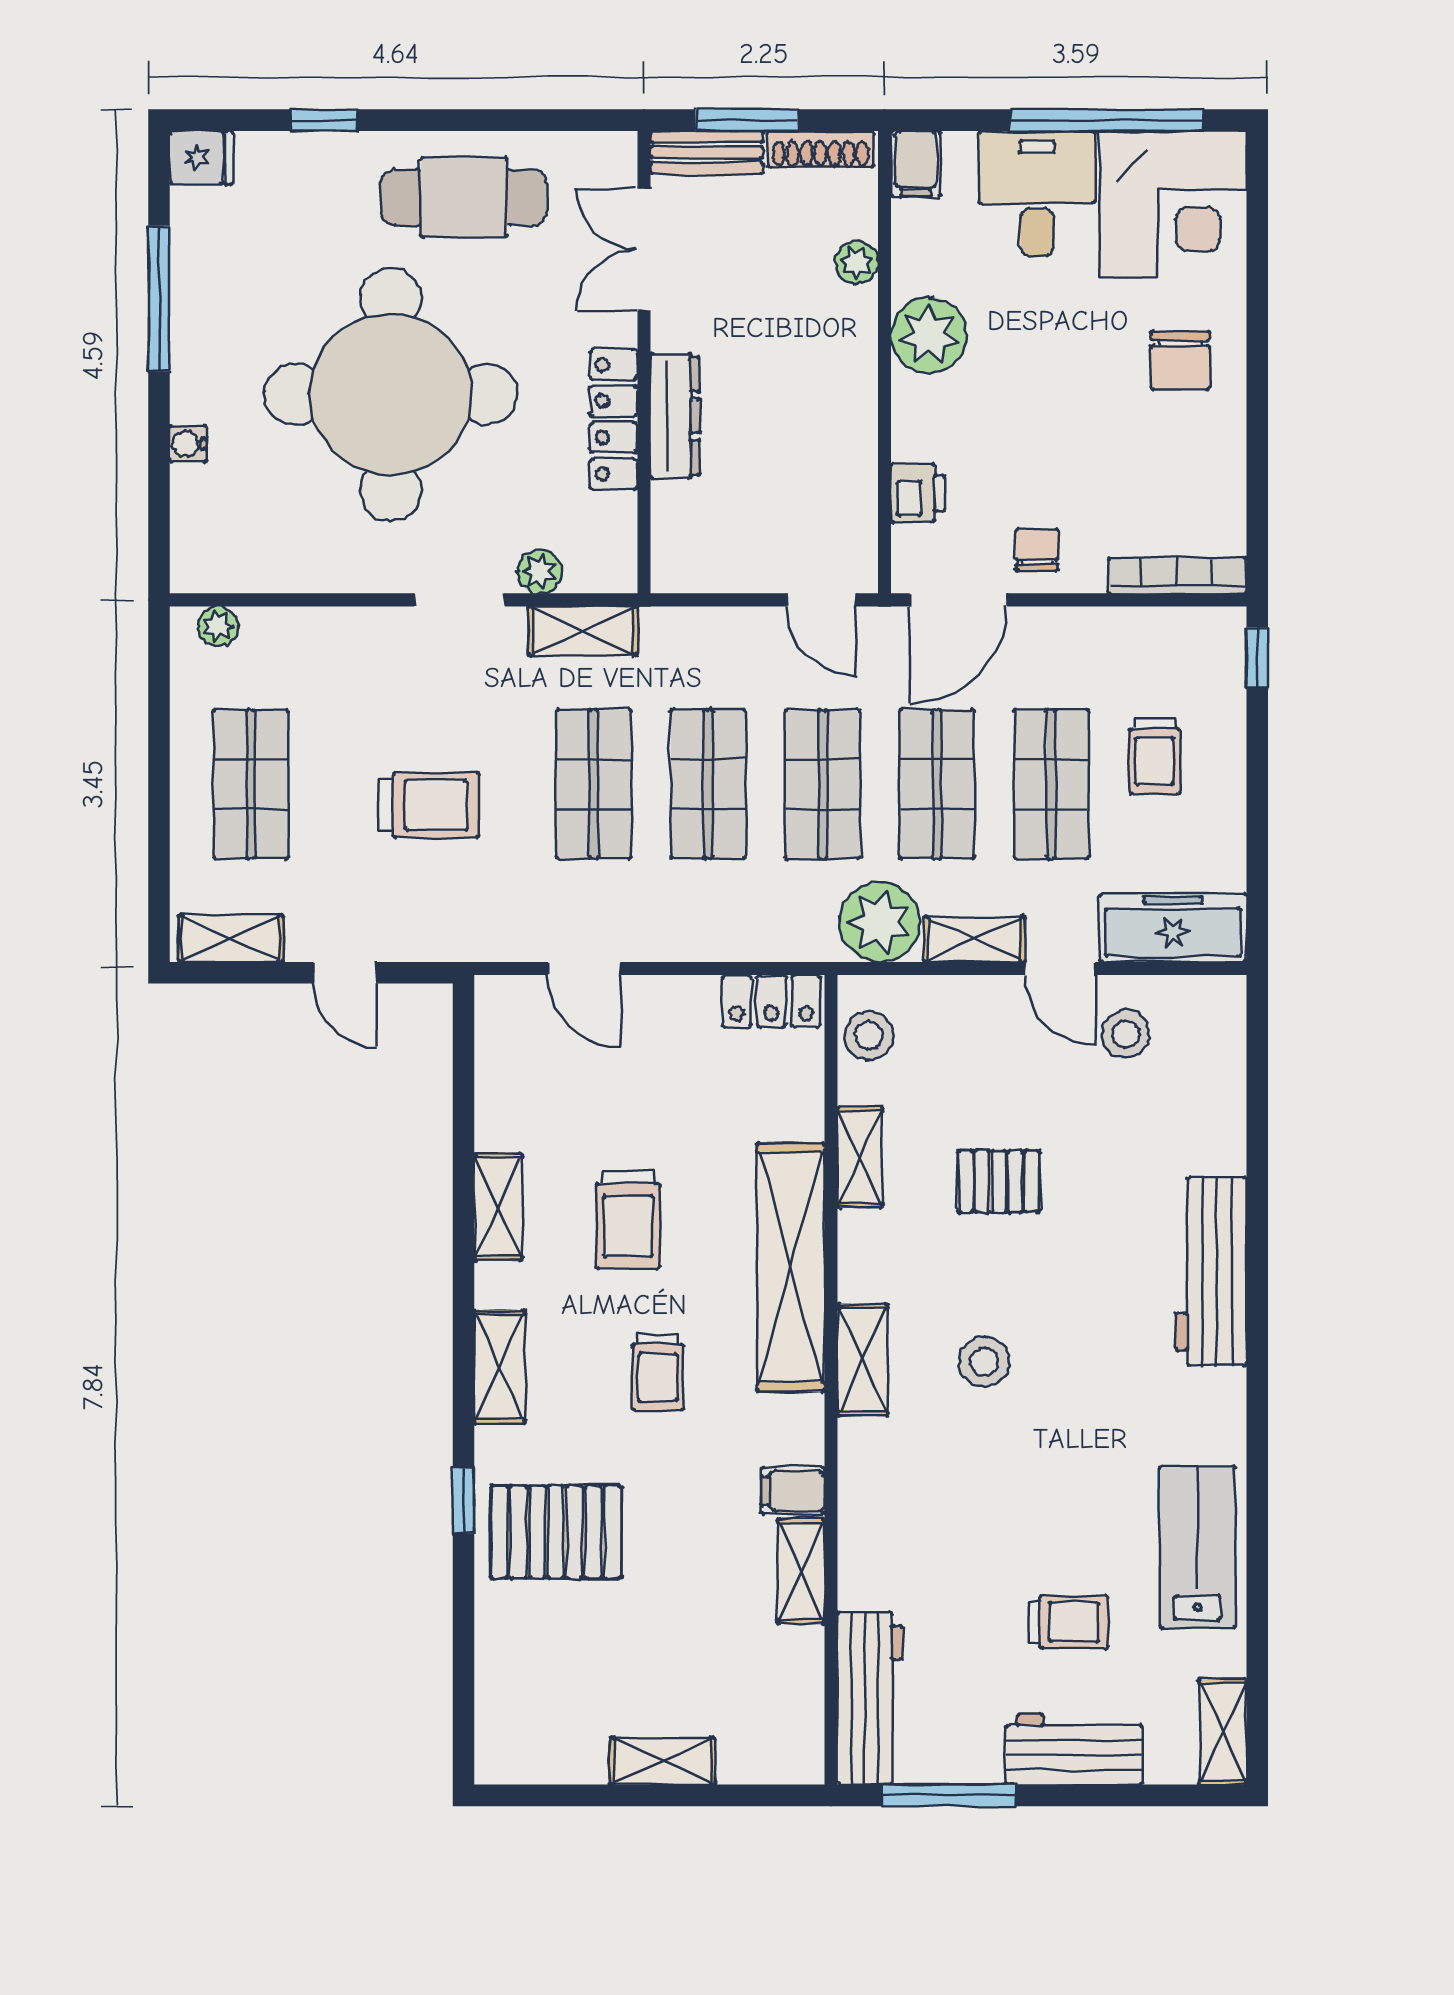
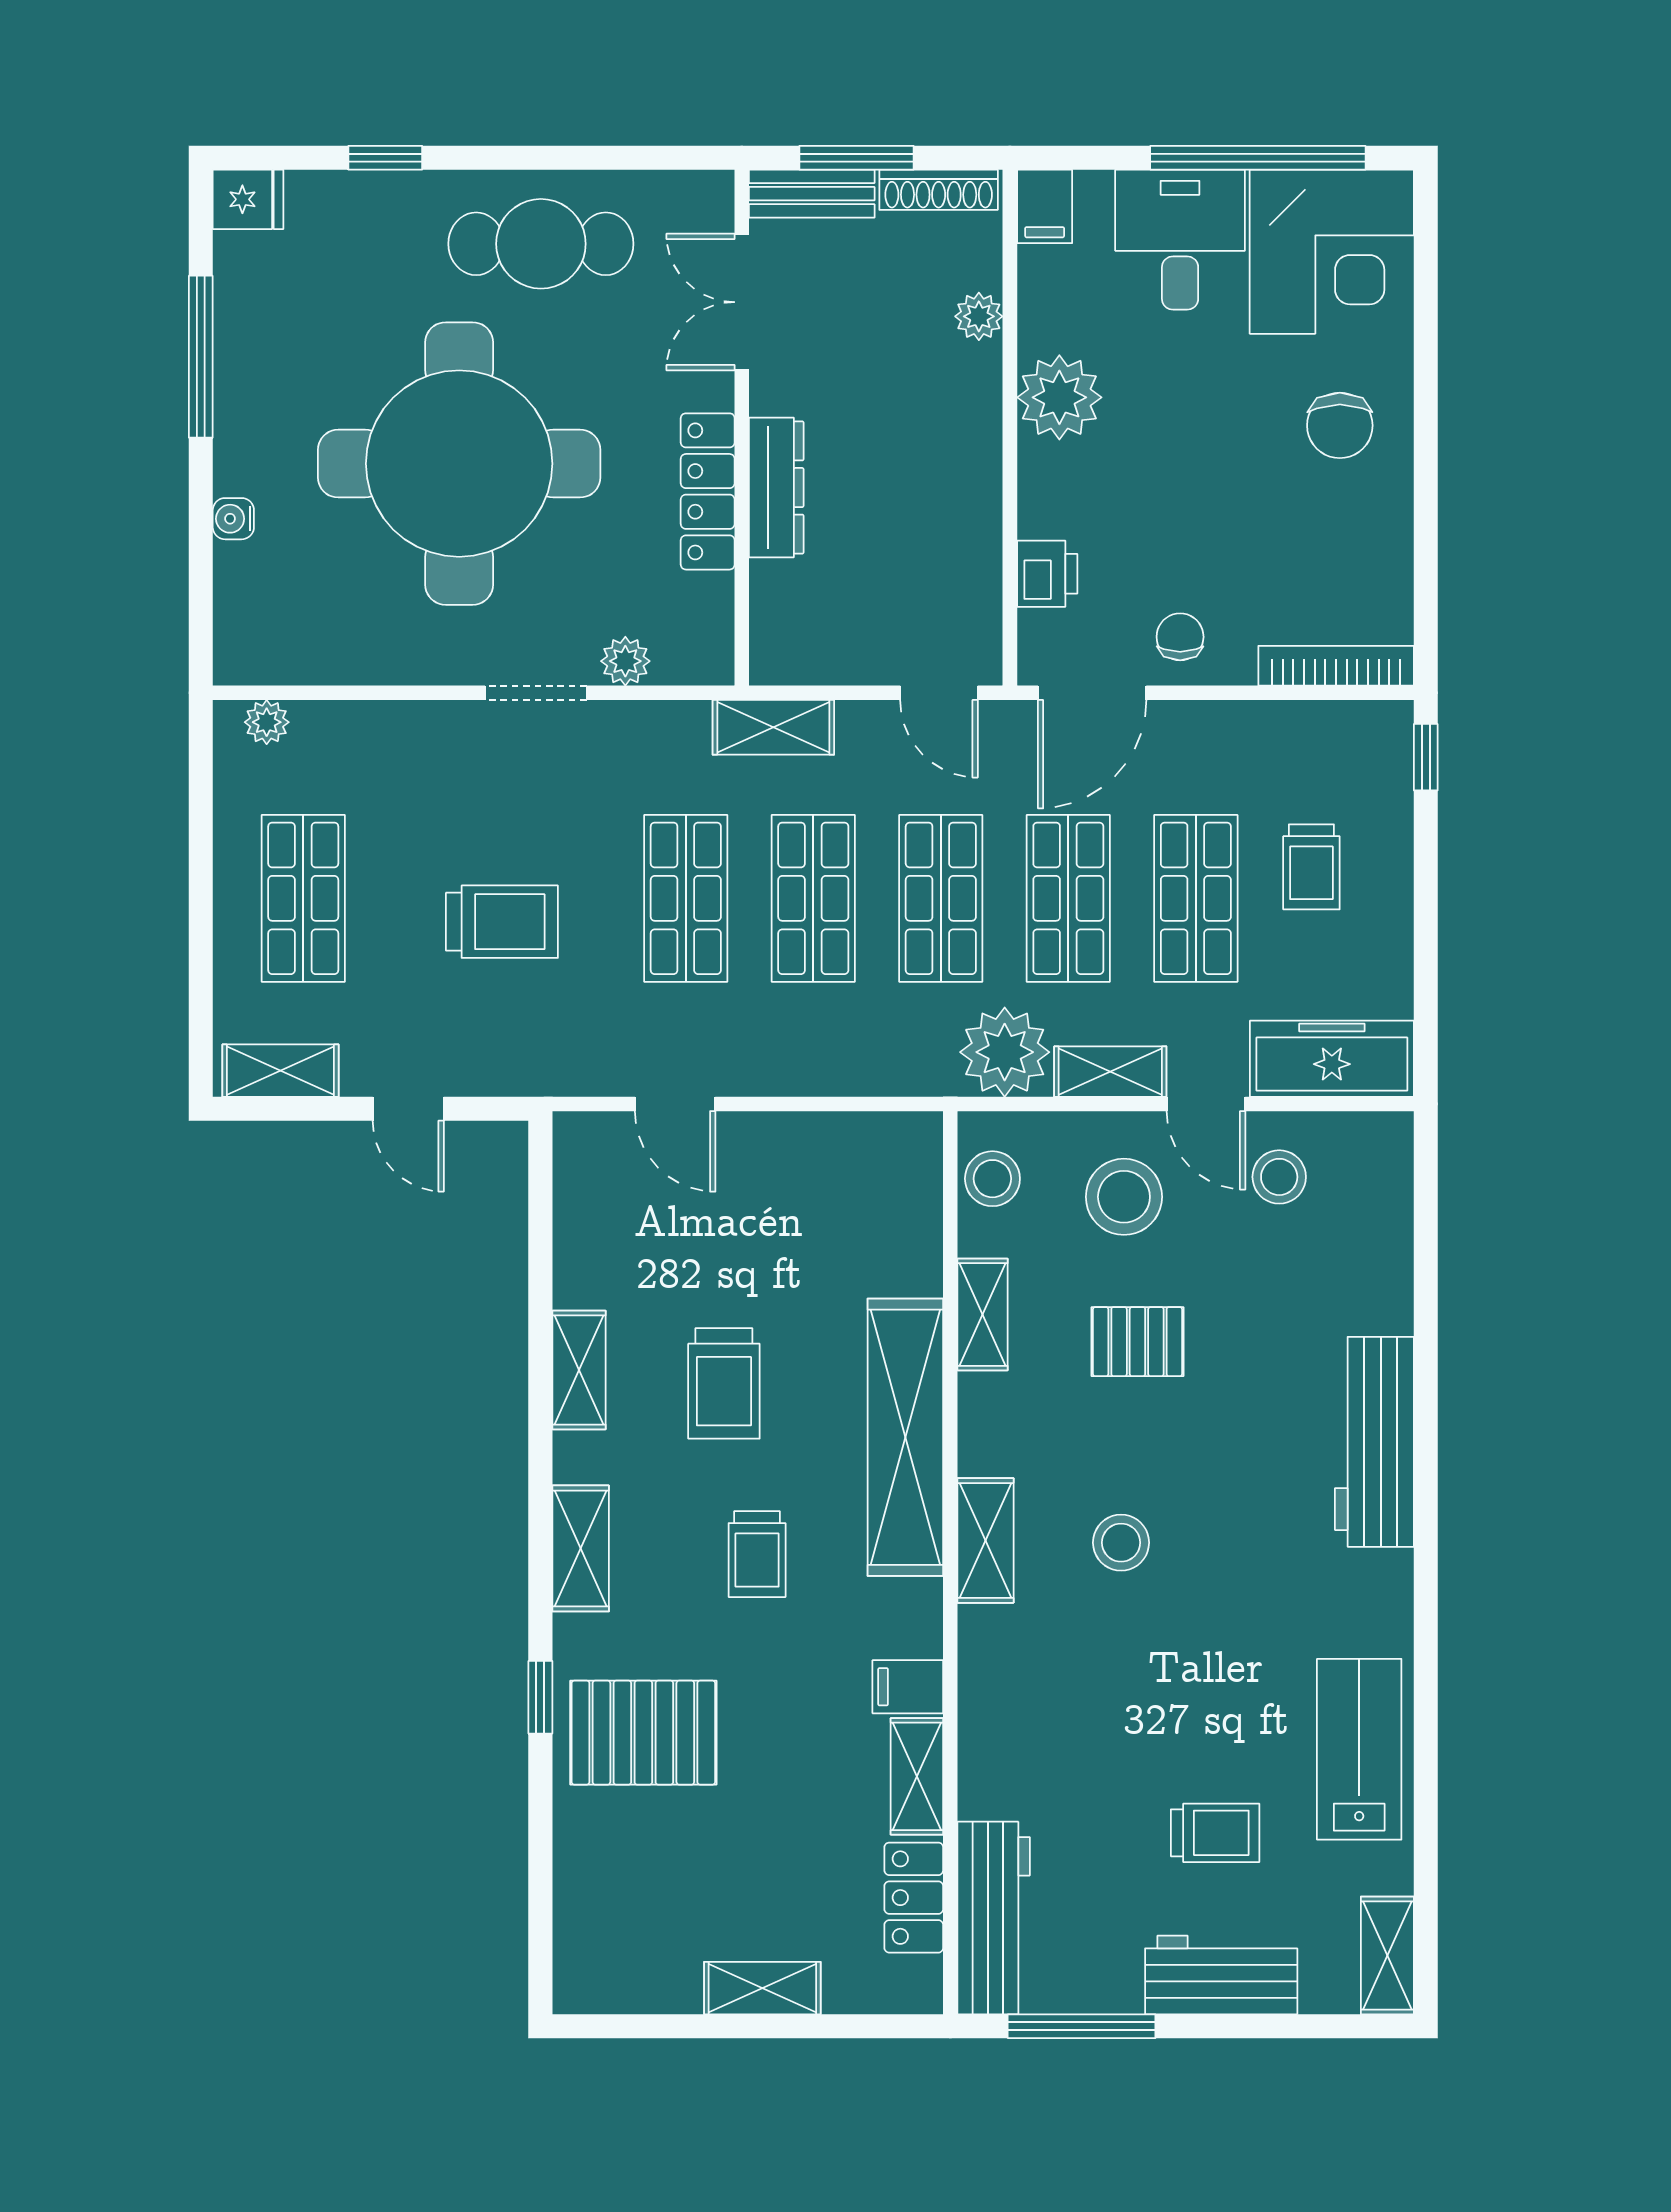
shelving: (583, 631) -> (773, 727), moved
locker: (771, 1001) -> (914, 1898), moved, turned 90
stool: (987, 1052) -> (1124, 1197), added

